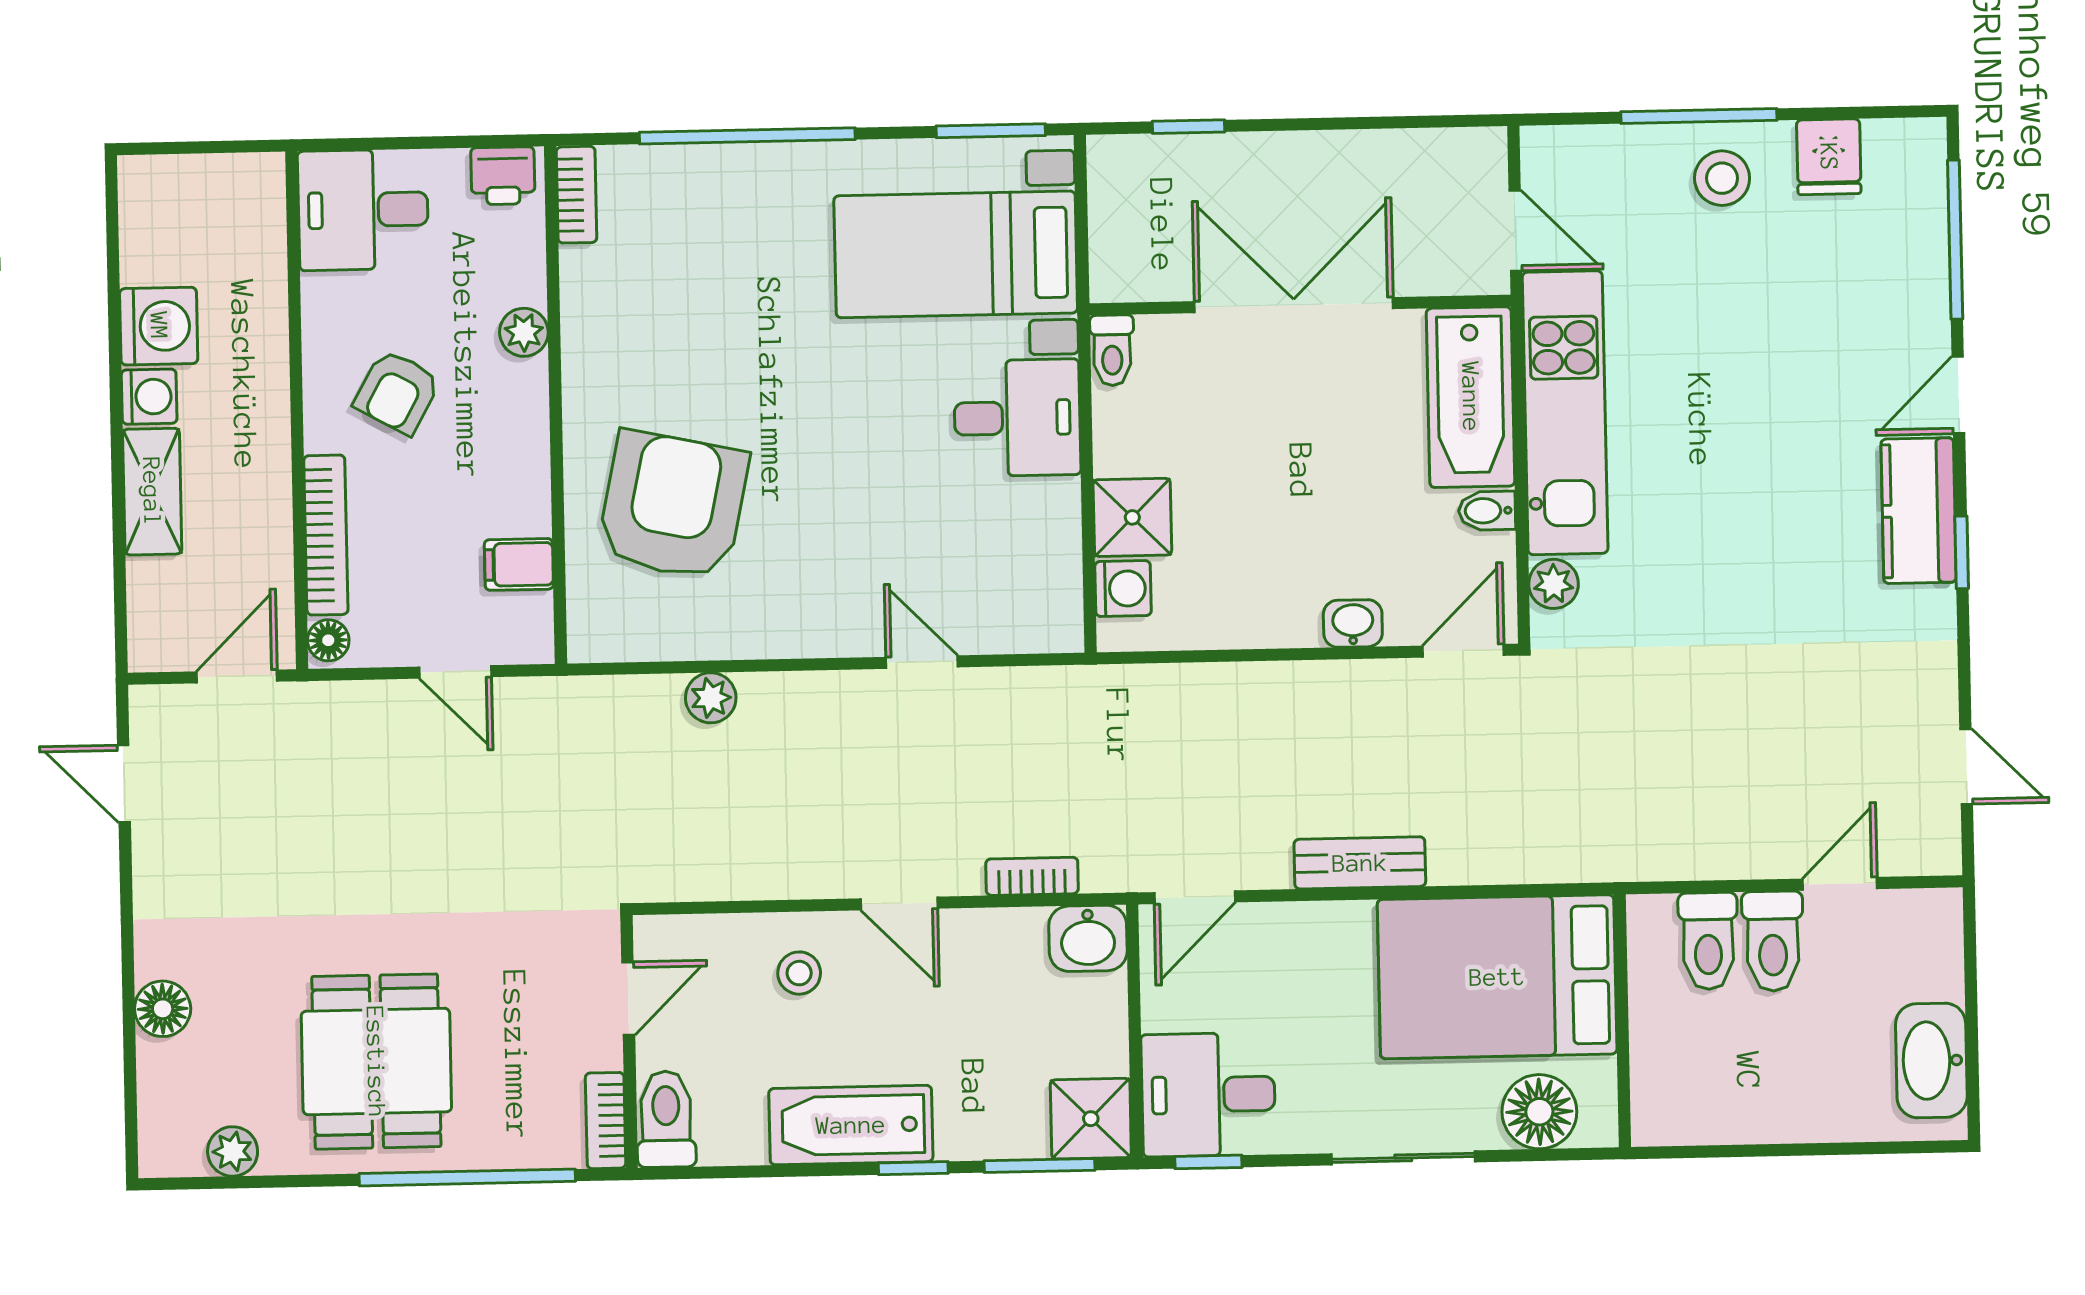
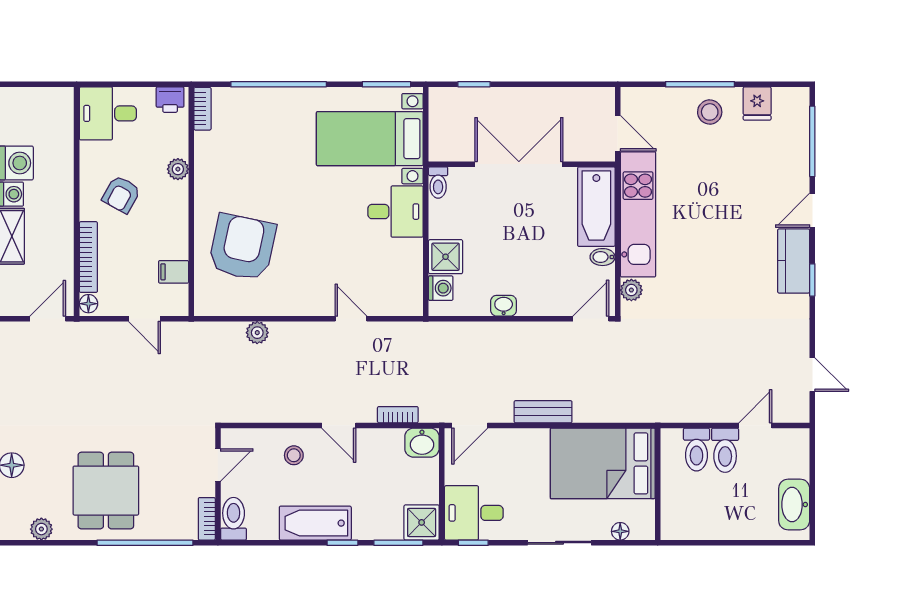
washbasin: (1353, 623) -> (504, 306), moved
floor lamp: (1539, 1112) -> (620, 531), width x0.53, depth x0.53

